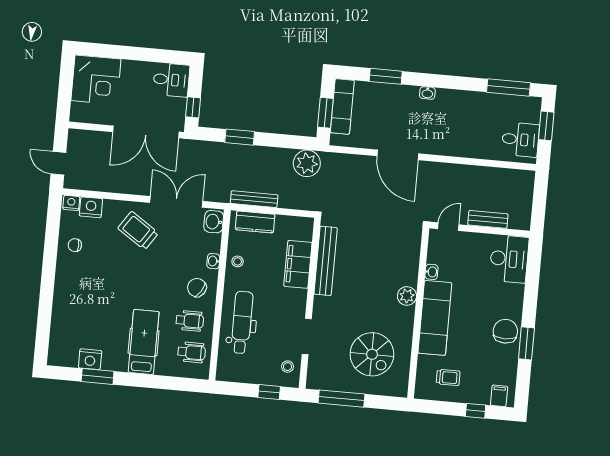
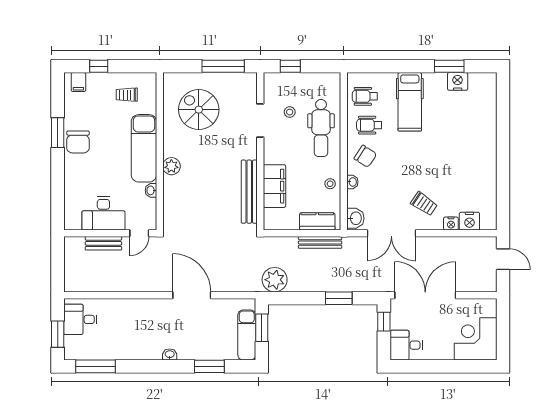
nightstand: (71, 203) -> (451, 224), moved
trolley: (138, 231) -> (424, 204), width x0.73, depth x0.72
chair: (75, 245) -> (481, 185), removed
desk: (509, 259) -> (103, 213), moved, turned -90
stool: (288, 367) -> (290, 112), moved

